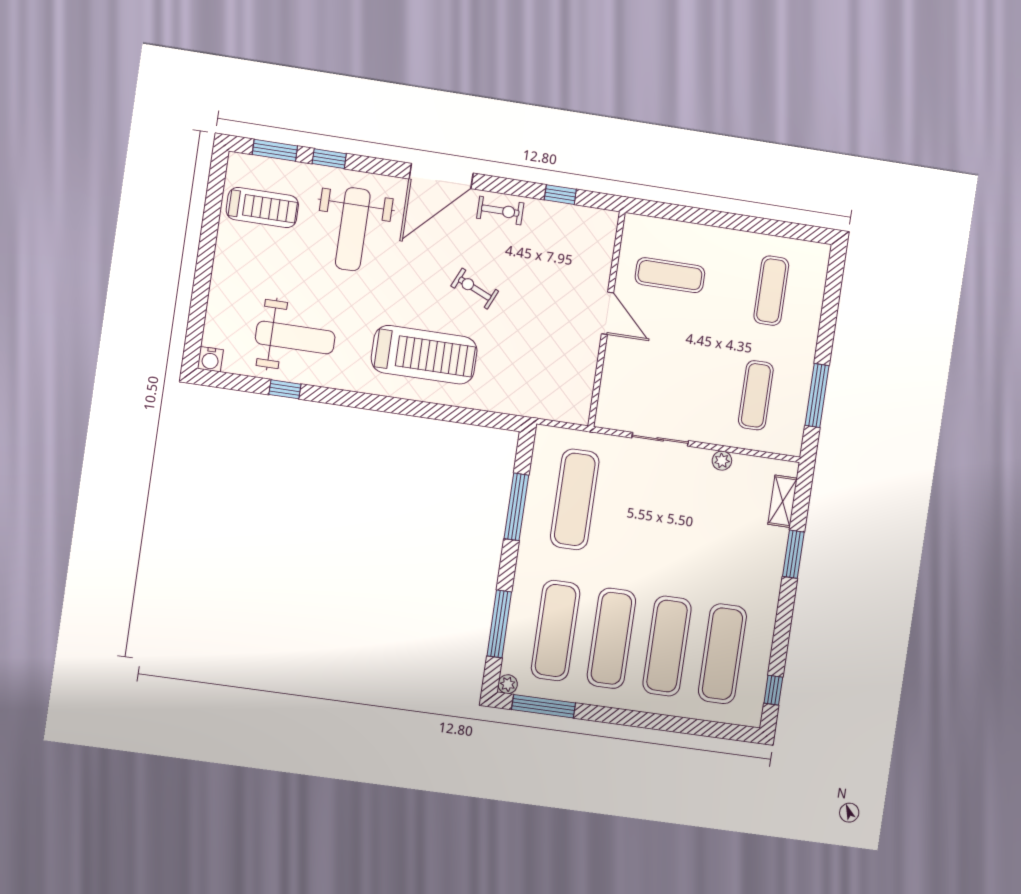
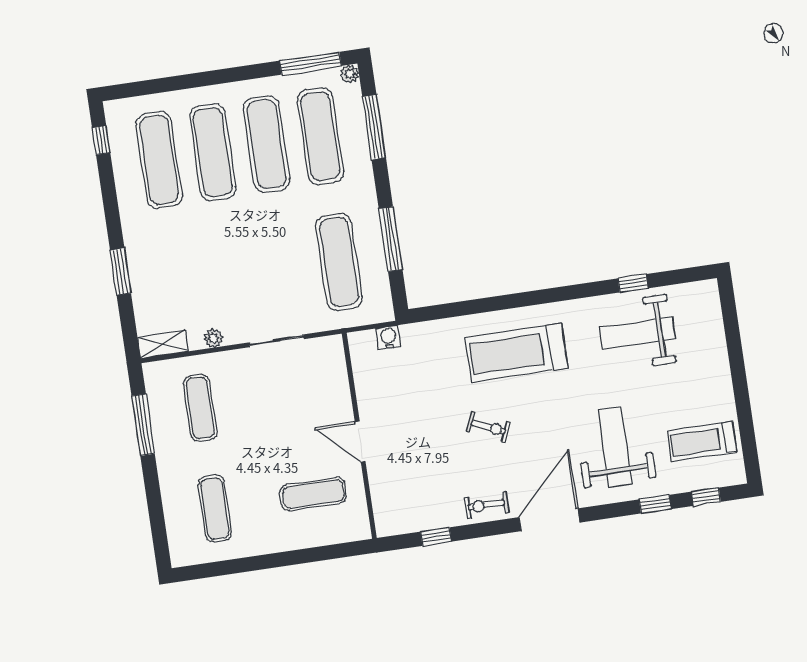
window: (275, 150) -> (706, 497), width x0.67
water cooler: (210, 359) -> (388, 337), moved
shelving: (783, 501) -> (163, 344), moved, turned 90

